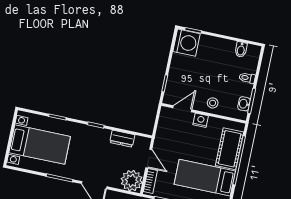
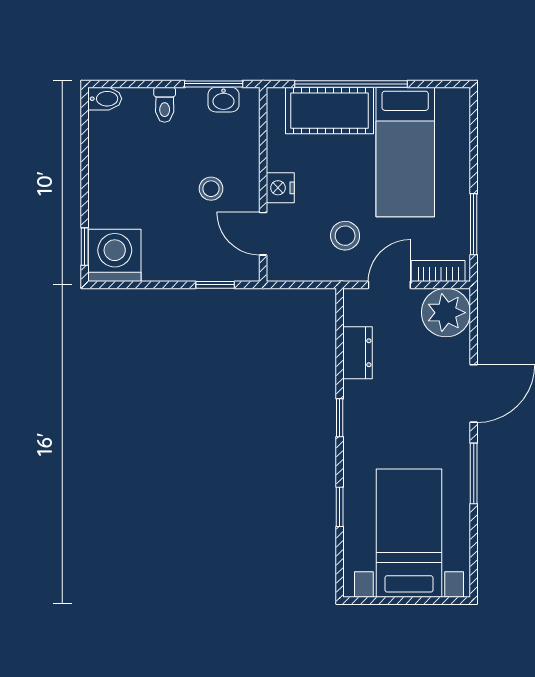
bidet: (241, 50) -> (105, 99), moved
stool: (213, 103) -> (211, 189), moved
stool: (174, 144) -> (345, 236), added

